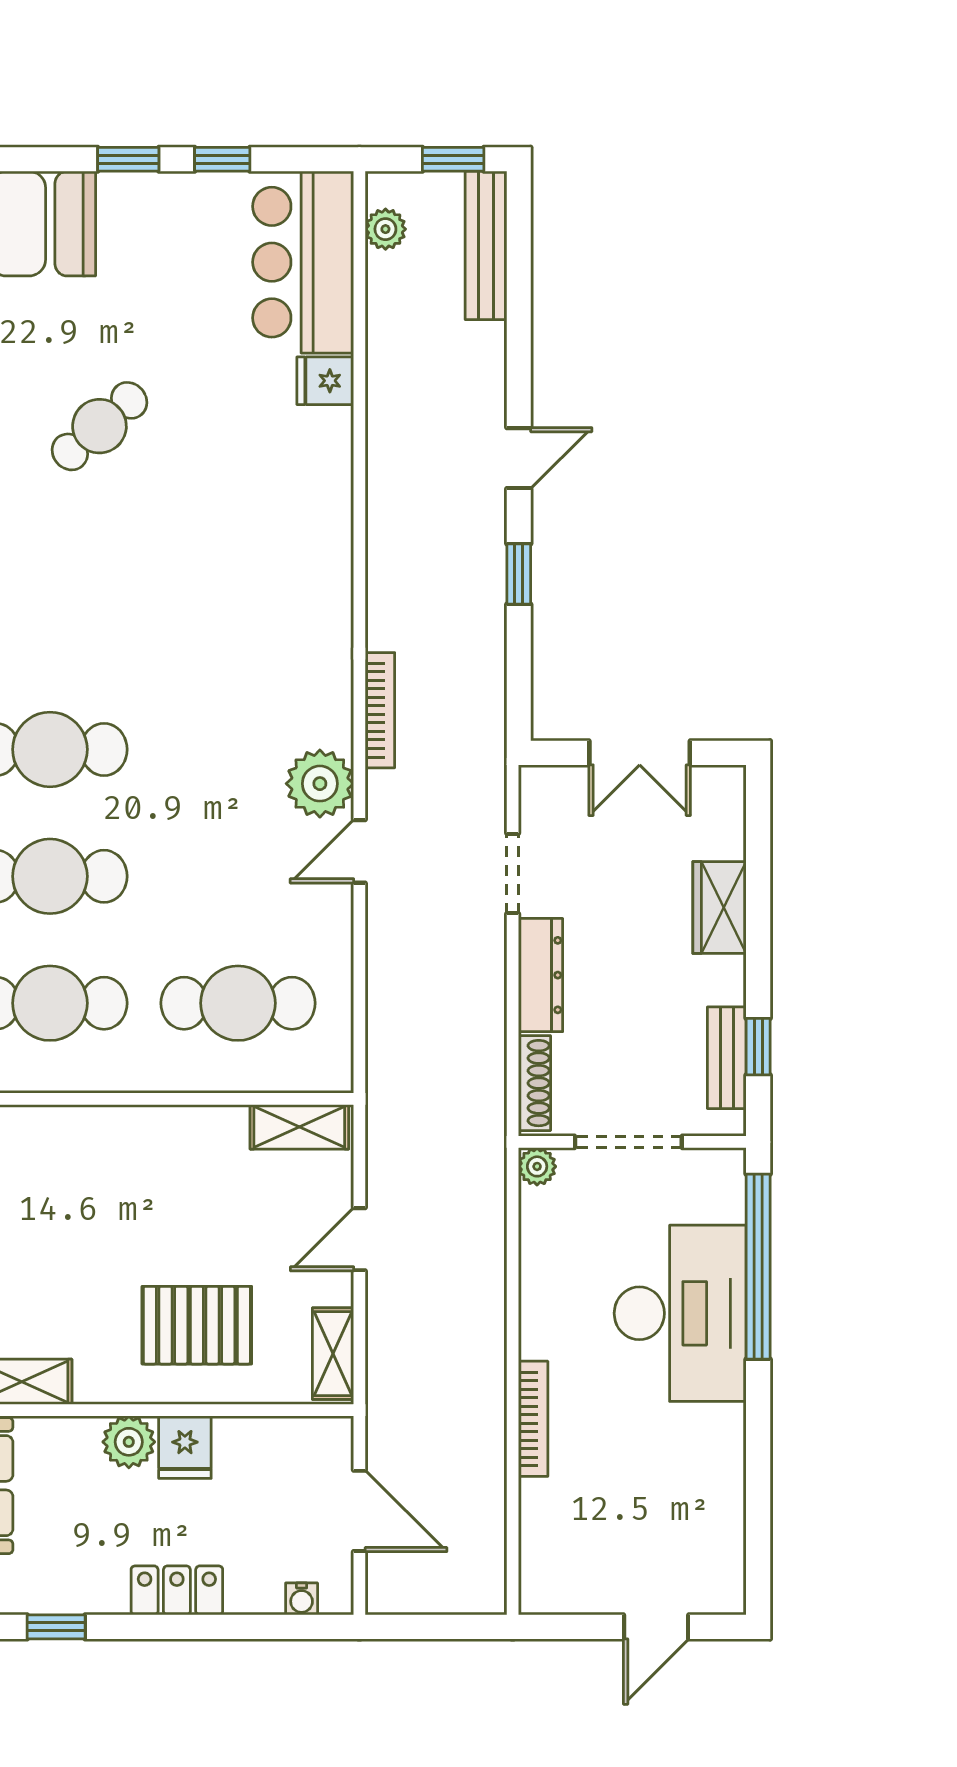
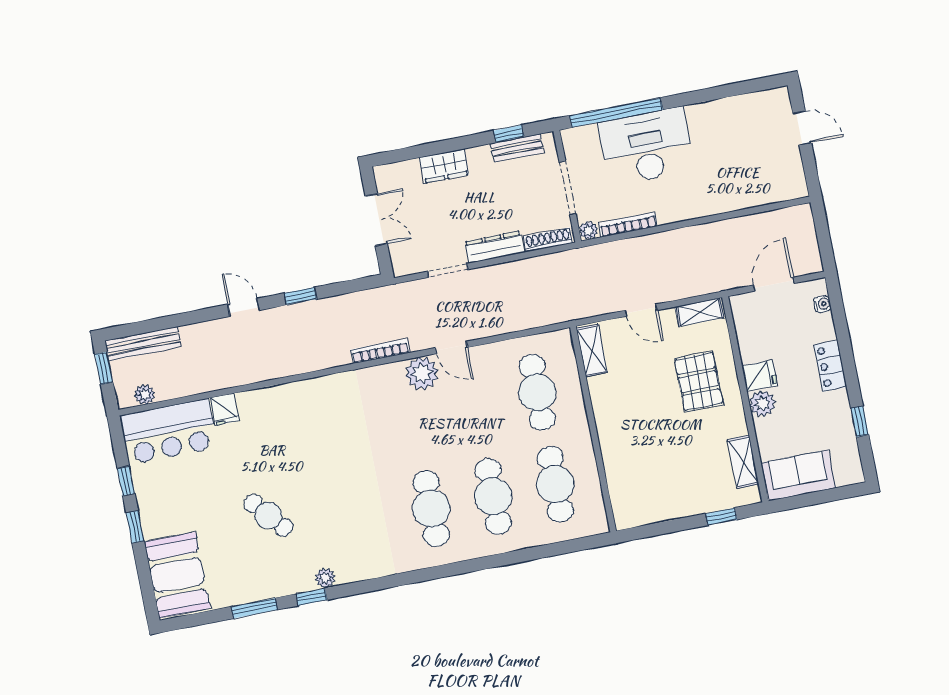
bookcase: (533, 1419) -> (628, 225), moved

